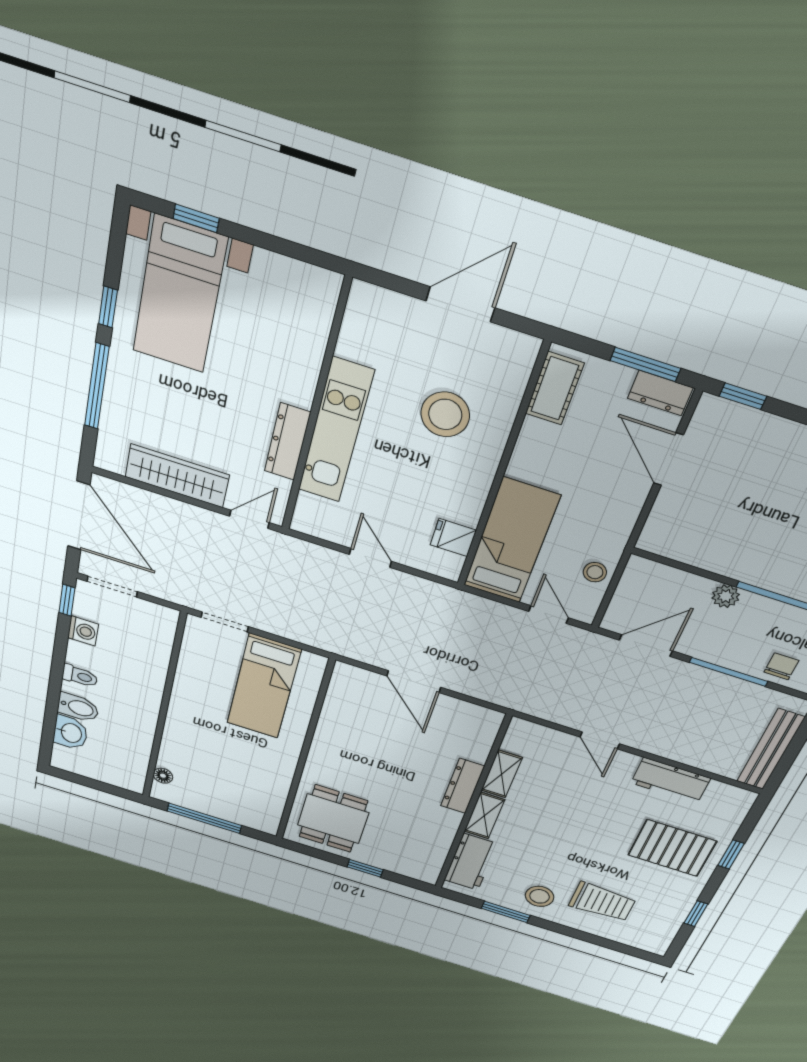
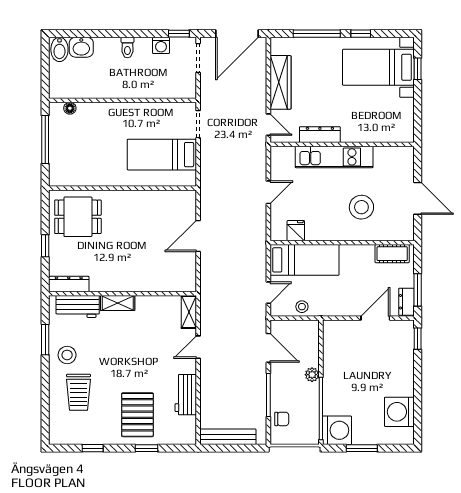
bidet: (78, 707) -> (59, 49), moved
shelving: (502, 774) -> (189, 312), moved, turned 90
dresser: (463, 786) -> (69, 284), moved

